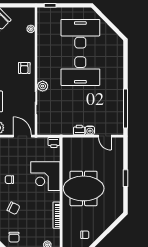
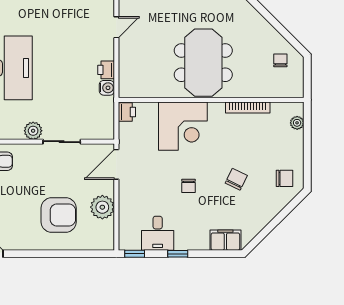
water cooler: (90, 130) -> (107, 88), moved

